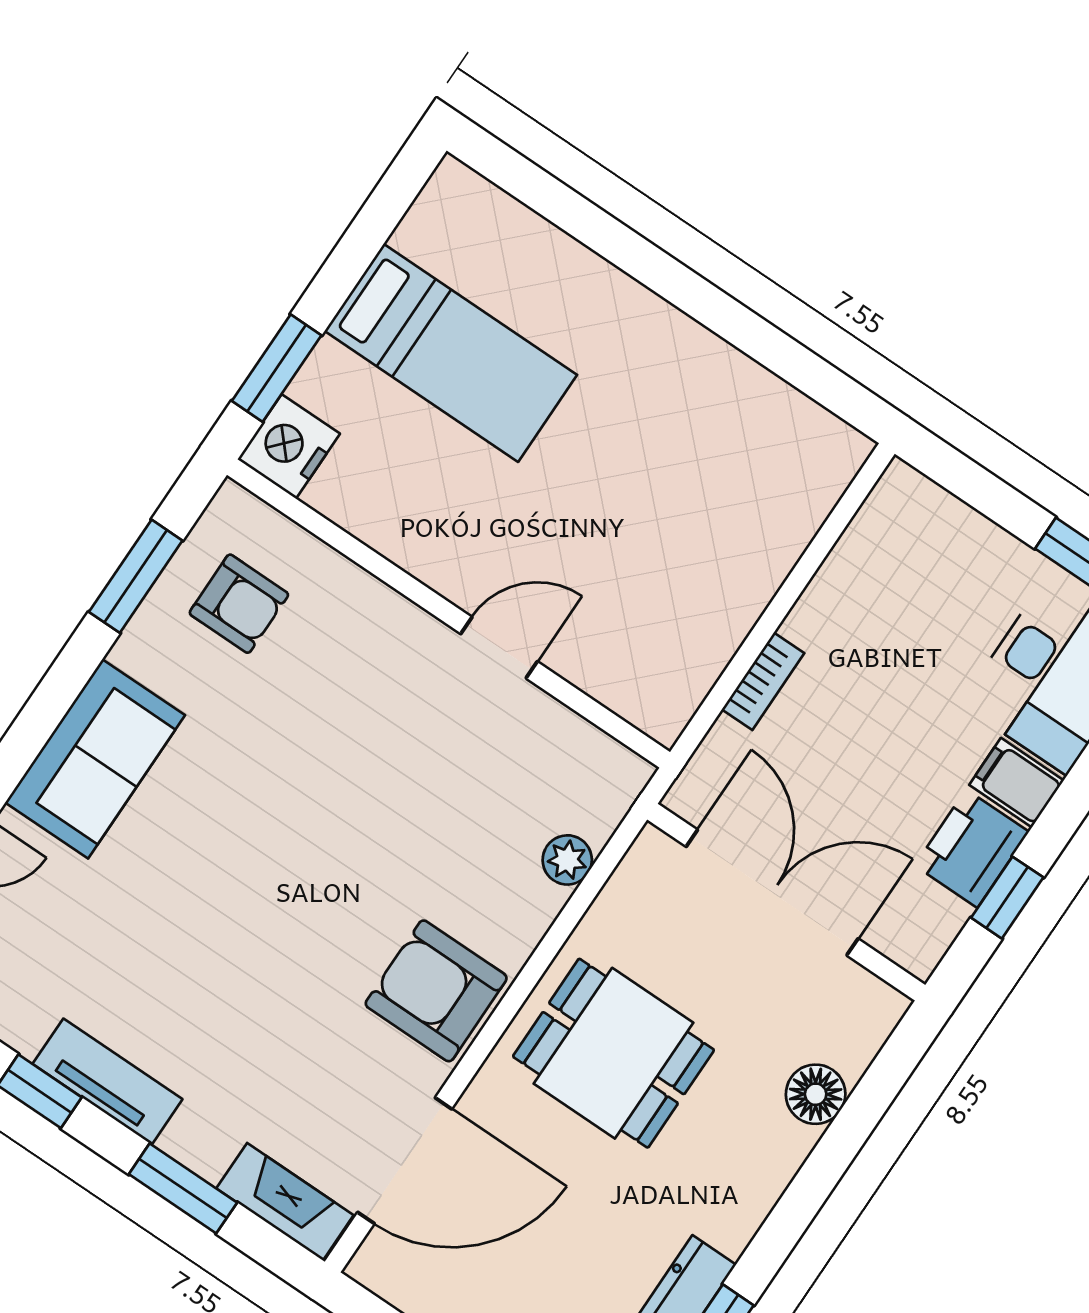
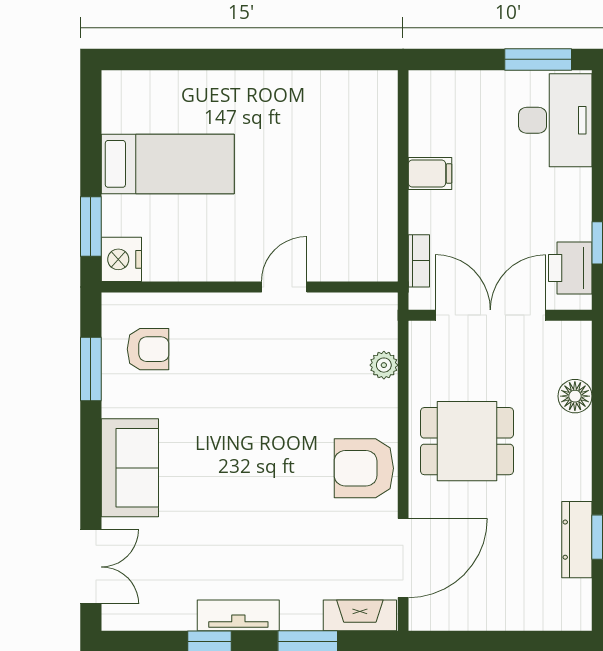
bookcase: (763, 681) -> (419, 261), moved
filing cabinet: (1017, 783) -> (430, 174), moved, turned 180
printer: (972, 849) -> (570, 268), moved

